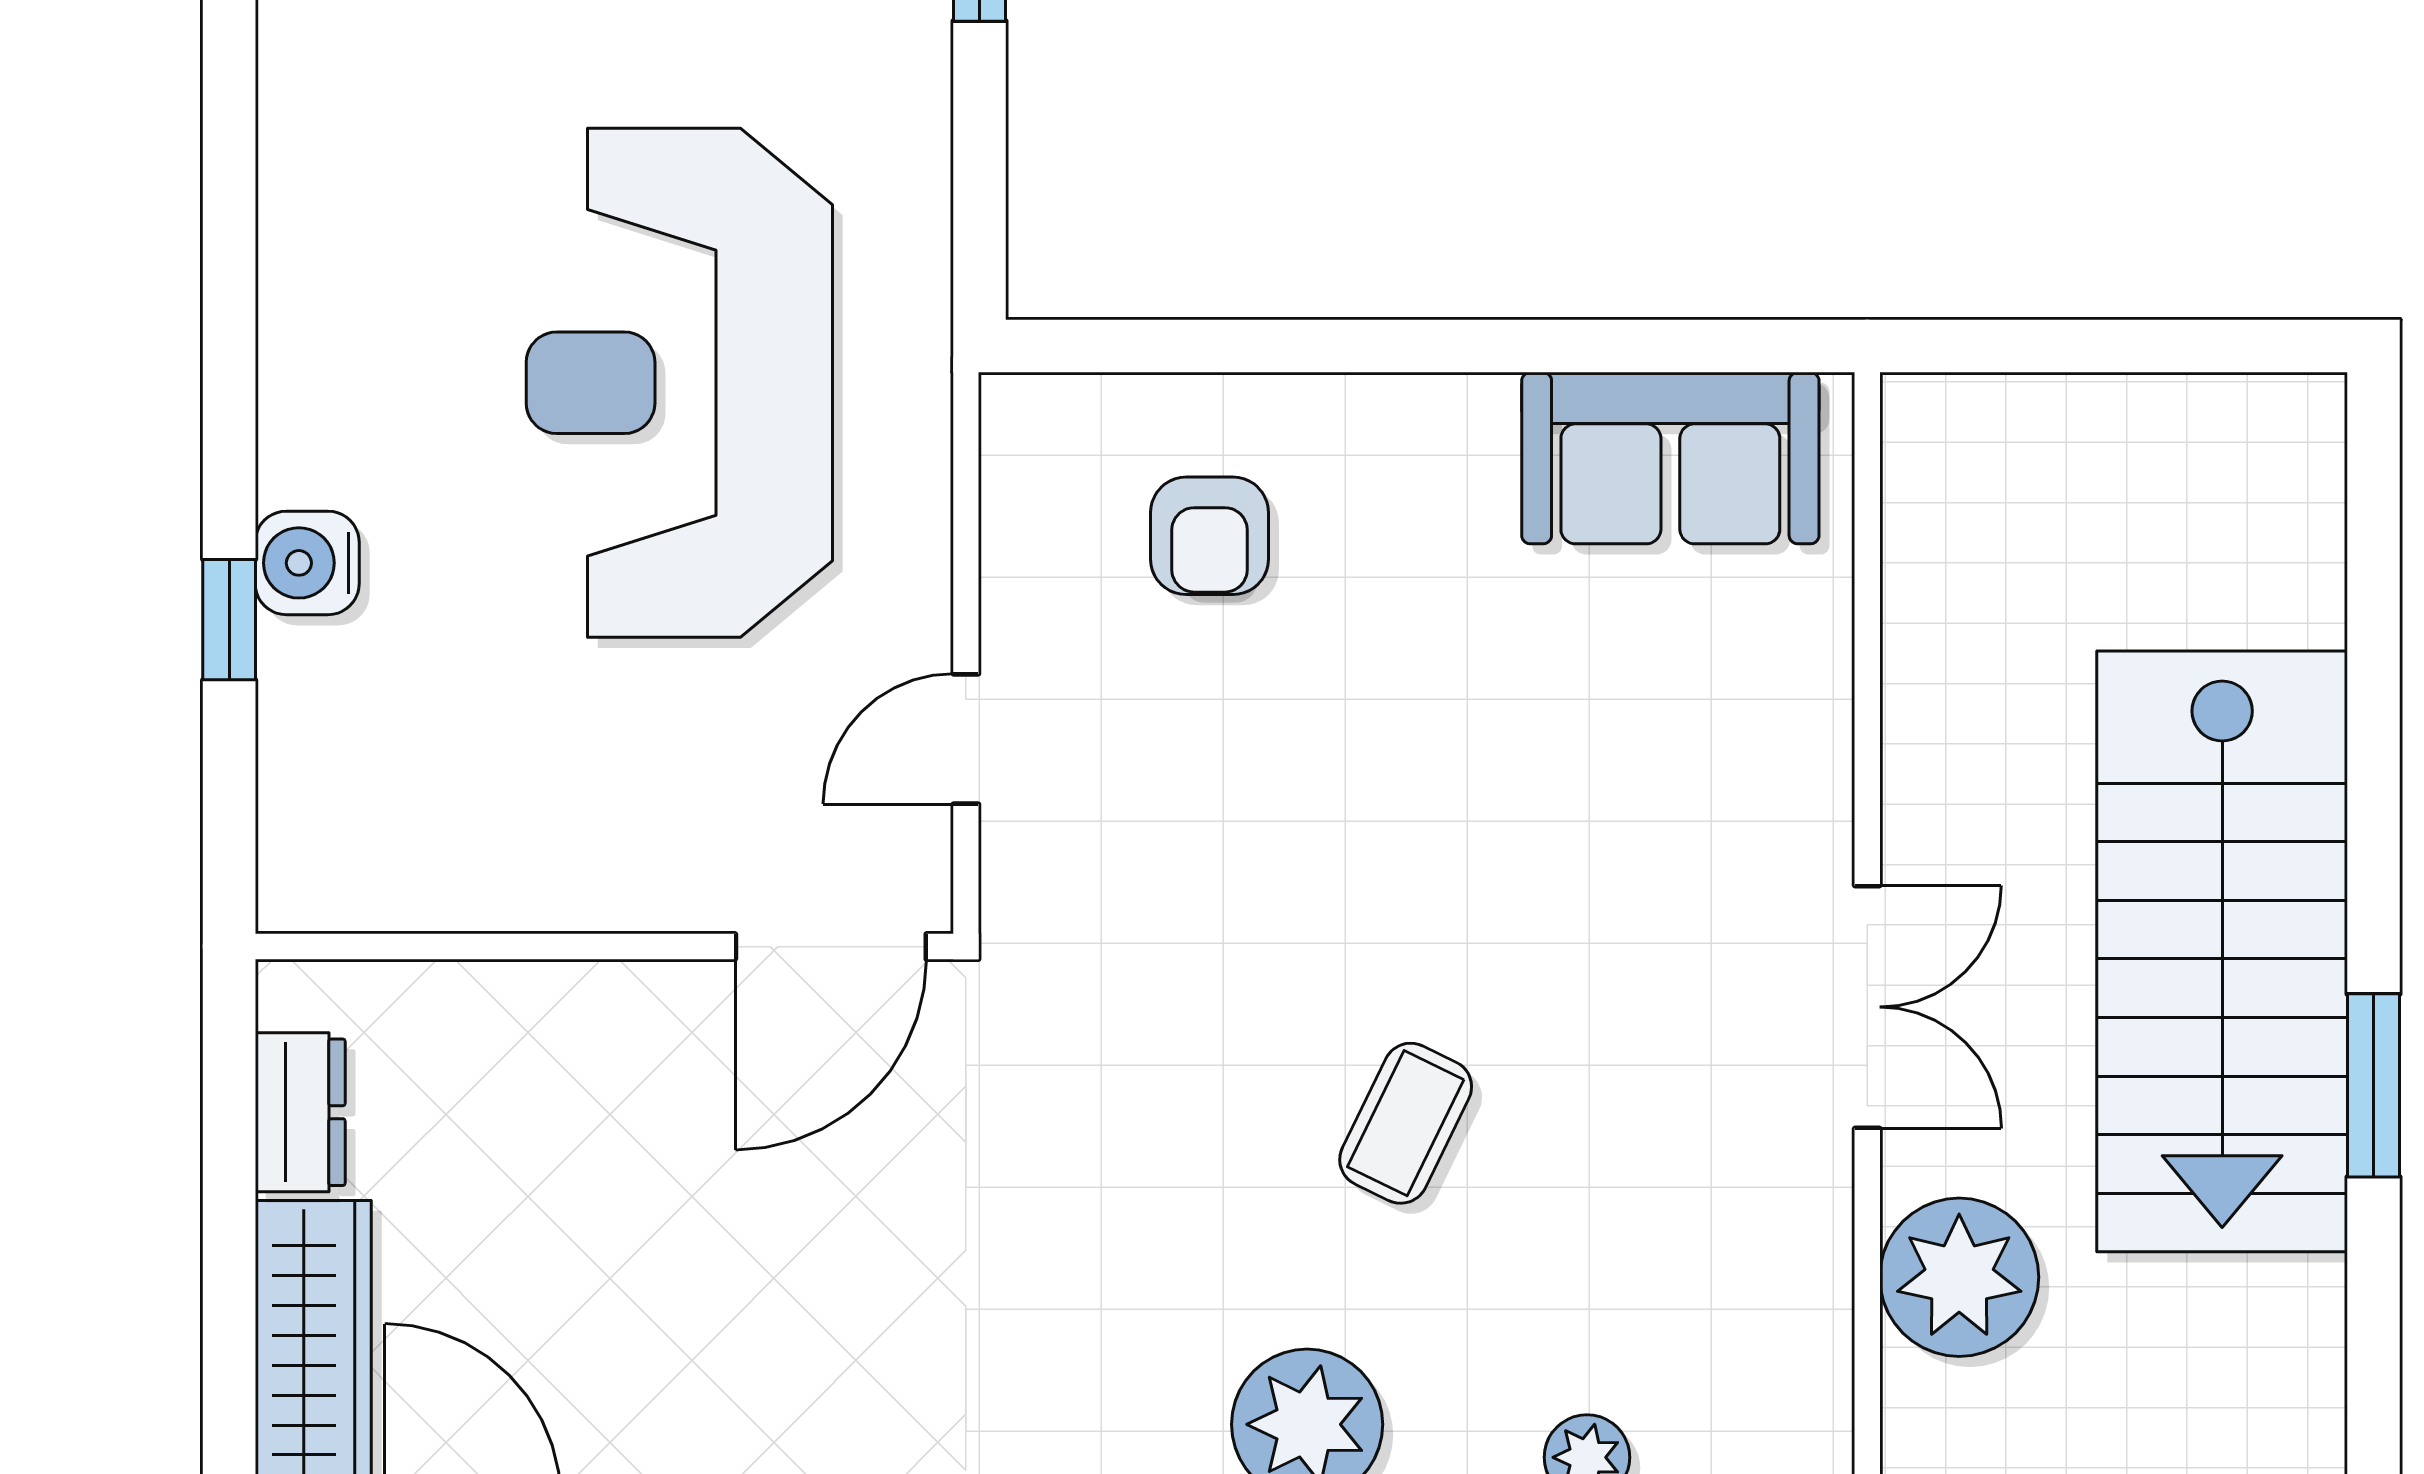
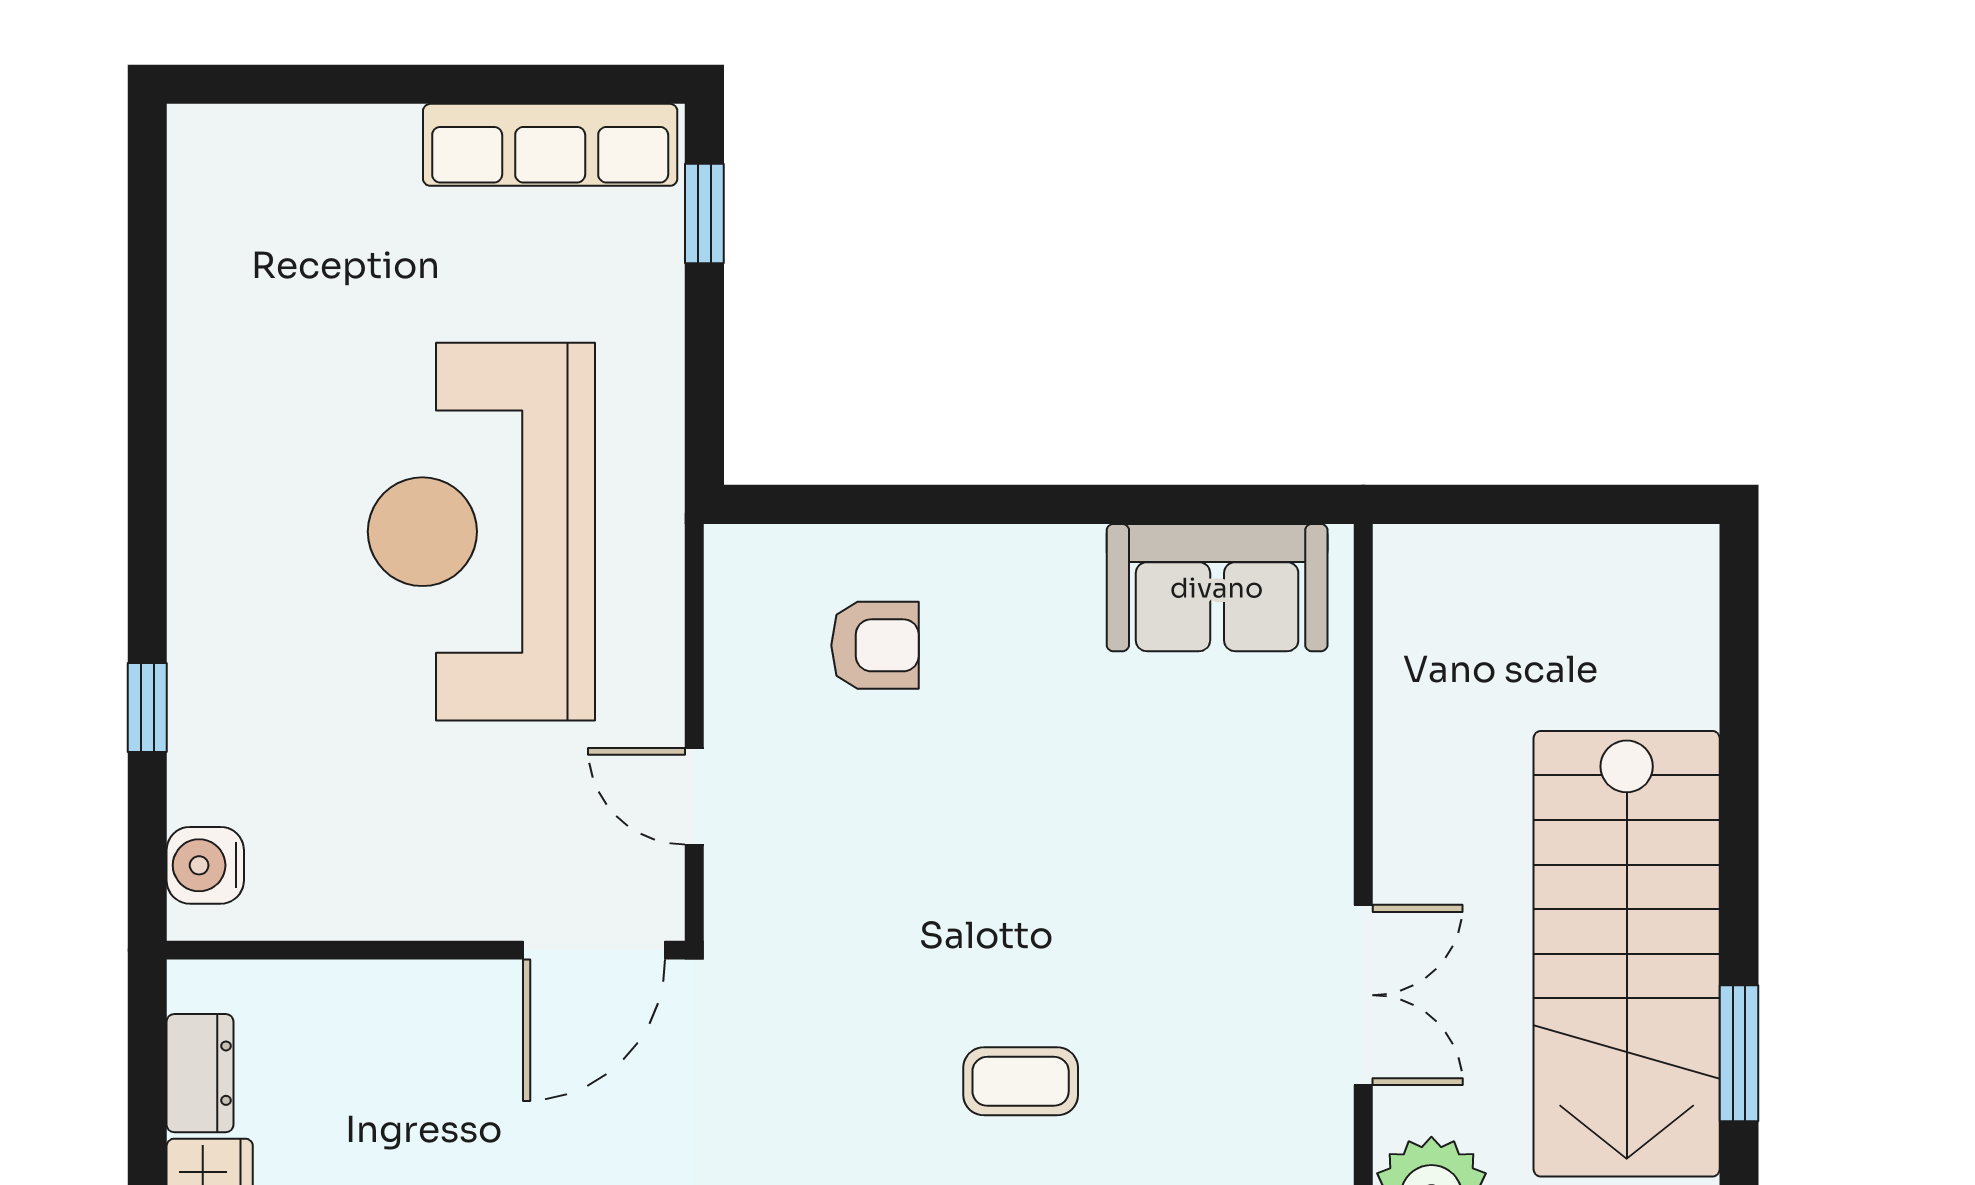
armchair: (1210, 536) -> (875, 645), turned -90
water cooler: (307, 563) -> (205, 865), moved
door: (966, 739) -> (694, 796), hinge flipped
coffee table: (1406, 1123) -> (1021, 1081), turned 64

